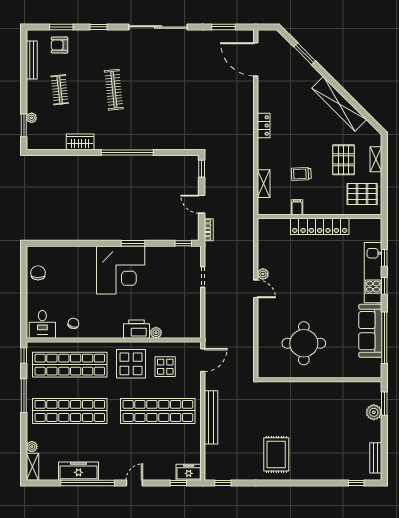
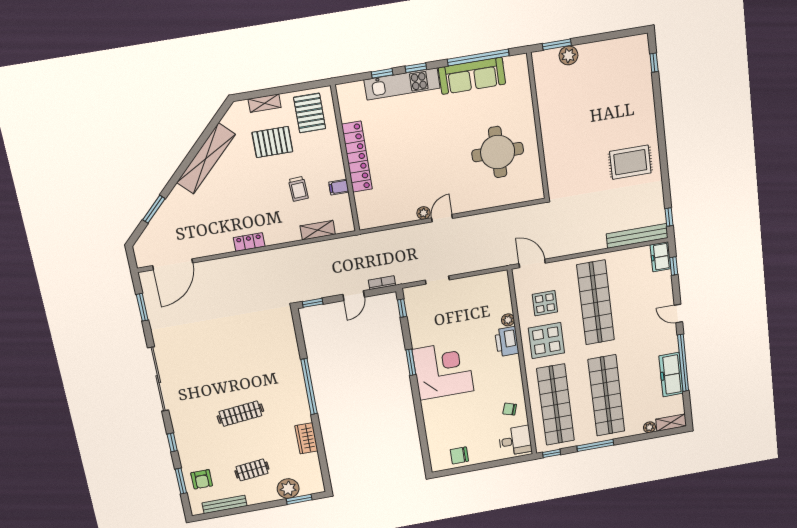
plant: (32, 118) -> (288, 489), width x1.87, depth x1.87
bench: (211, 417) -> (637, 236), moved
bench: (376, 458) -> (622, 44), removed

